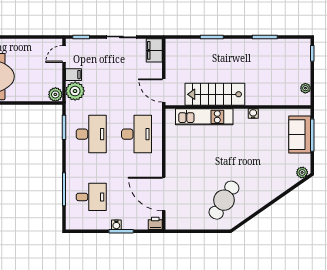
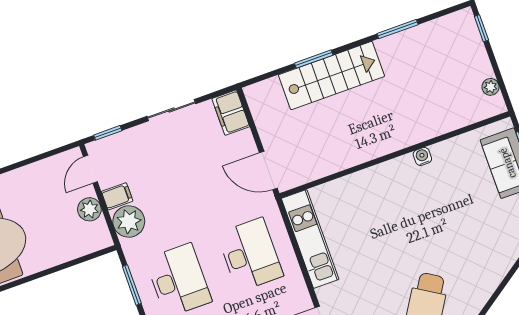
plant: (55, 94) -> (89, 209), moved
stairs: (215, 94) -> (331, 76), moved, turned 180
kitchen unit: (204, 117) -> (310, 239), moved, turned -90

